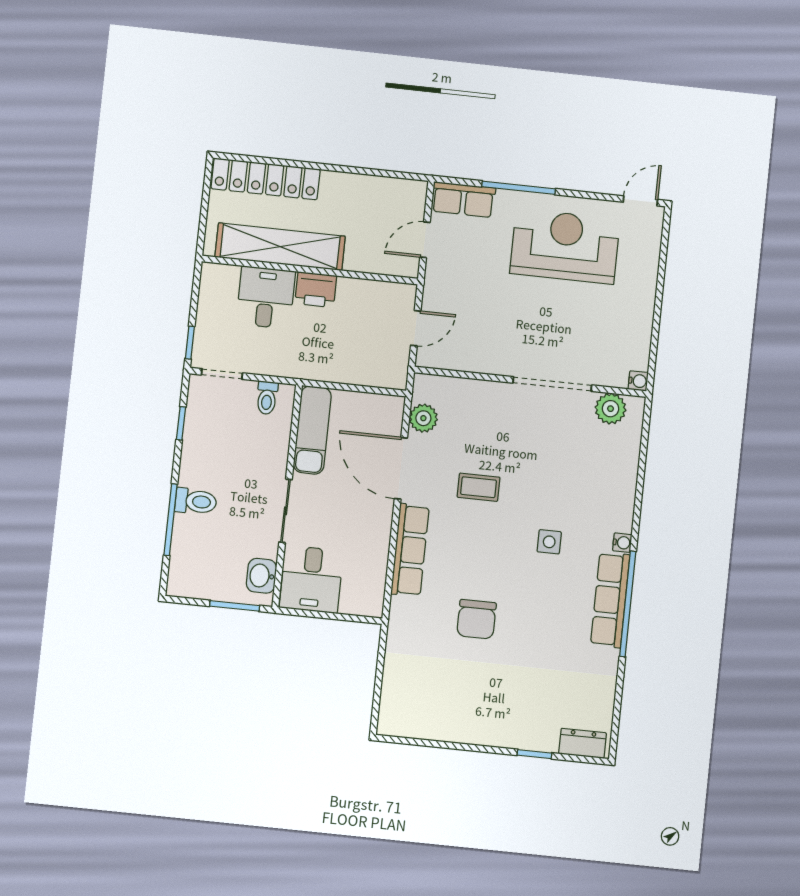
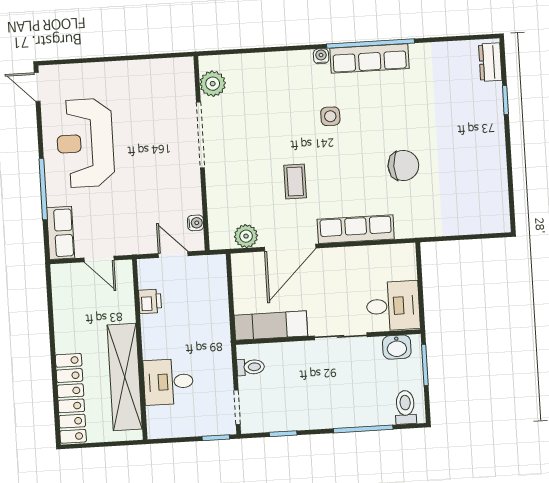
printer: (316, 290) -> (150, 301), moved, width x0.73, depth x0.81
water cooler: (638, 381) -> (195, 223), moved, turned 90
toilet: (196, 501) -> (405, 407), moved

